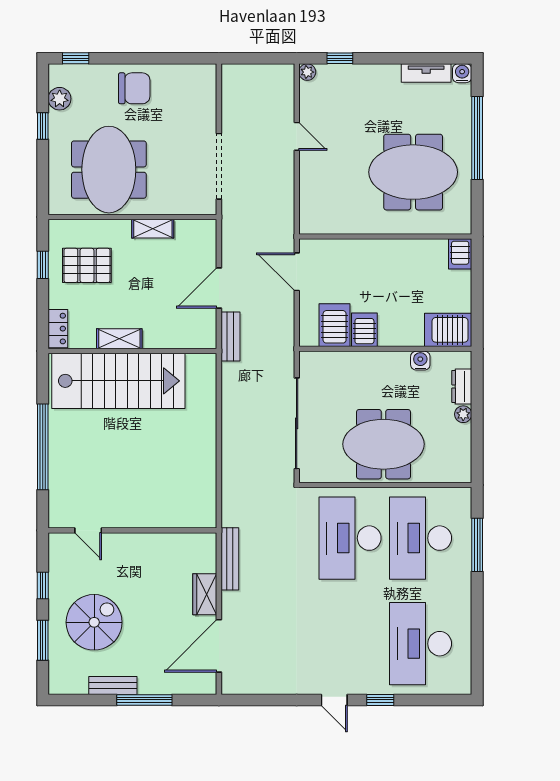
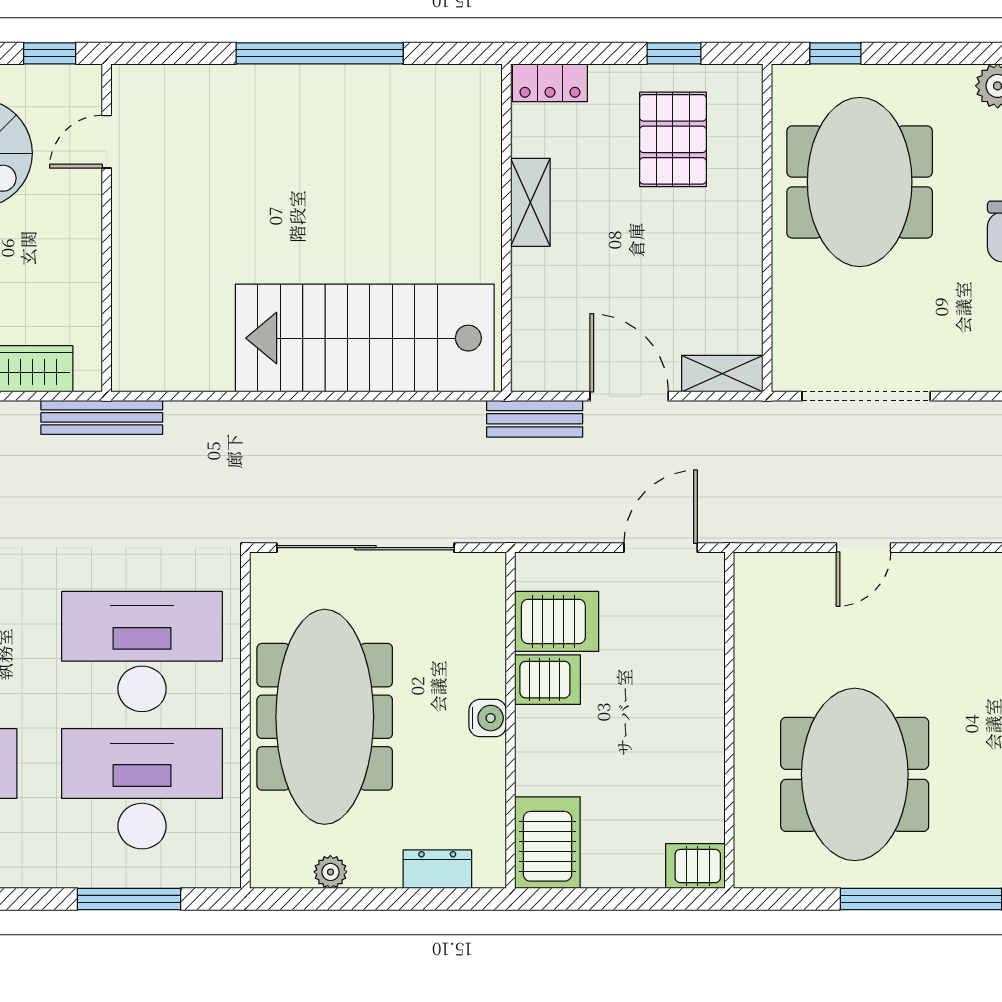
window: (43, 126) -> (835, 53), moved
door: (297, 136) -> (863, 548), moved
meeting table: (109, 170) -> (860, 182), turned 90
shelving: (153, 229) -> (722, 374), moved, turned 90
water cooler: (420, 361) -> (488, 718), moved
stairs: (118, 381) -> (365, 338), moved, turned 90
plant: (463, 414) -> (330, 872), moved
meeting table: (384, 444) -> (325, 717), width x1.36
door: (88, 530) -> (107, 142), moved
wall: (132, 530) -> (107, 228), moved

